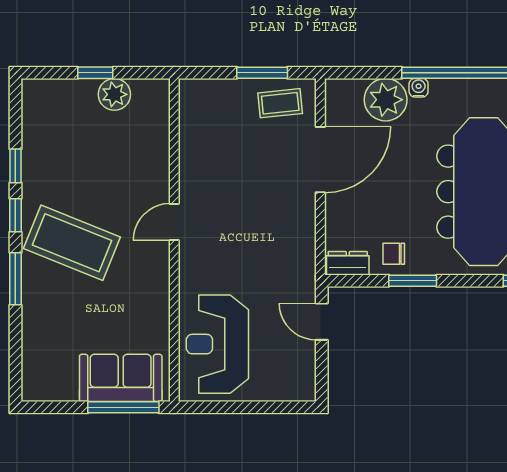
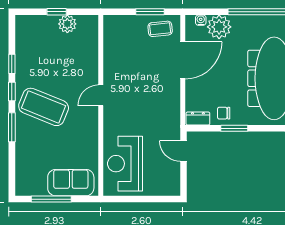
water cooler: (419, 88) -> (201, 20), moved
window: (123, 407) -> (51, 199), moved

